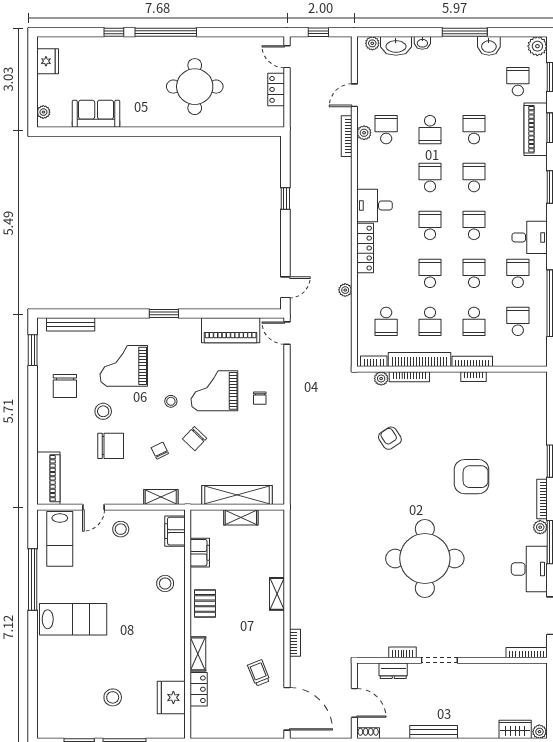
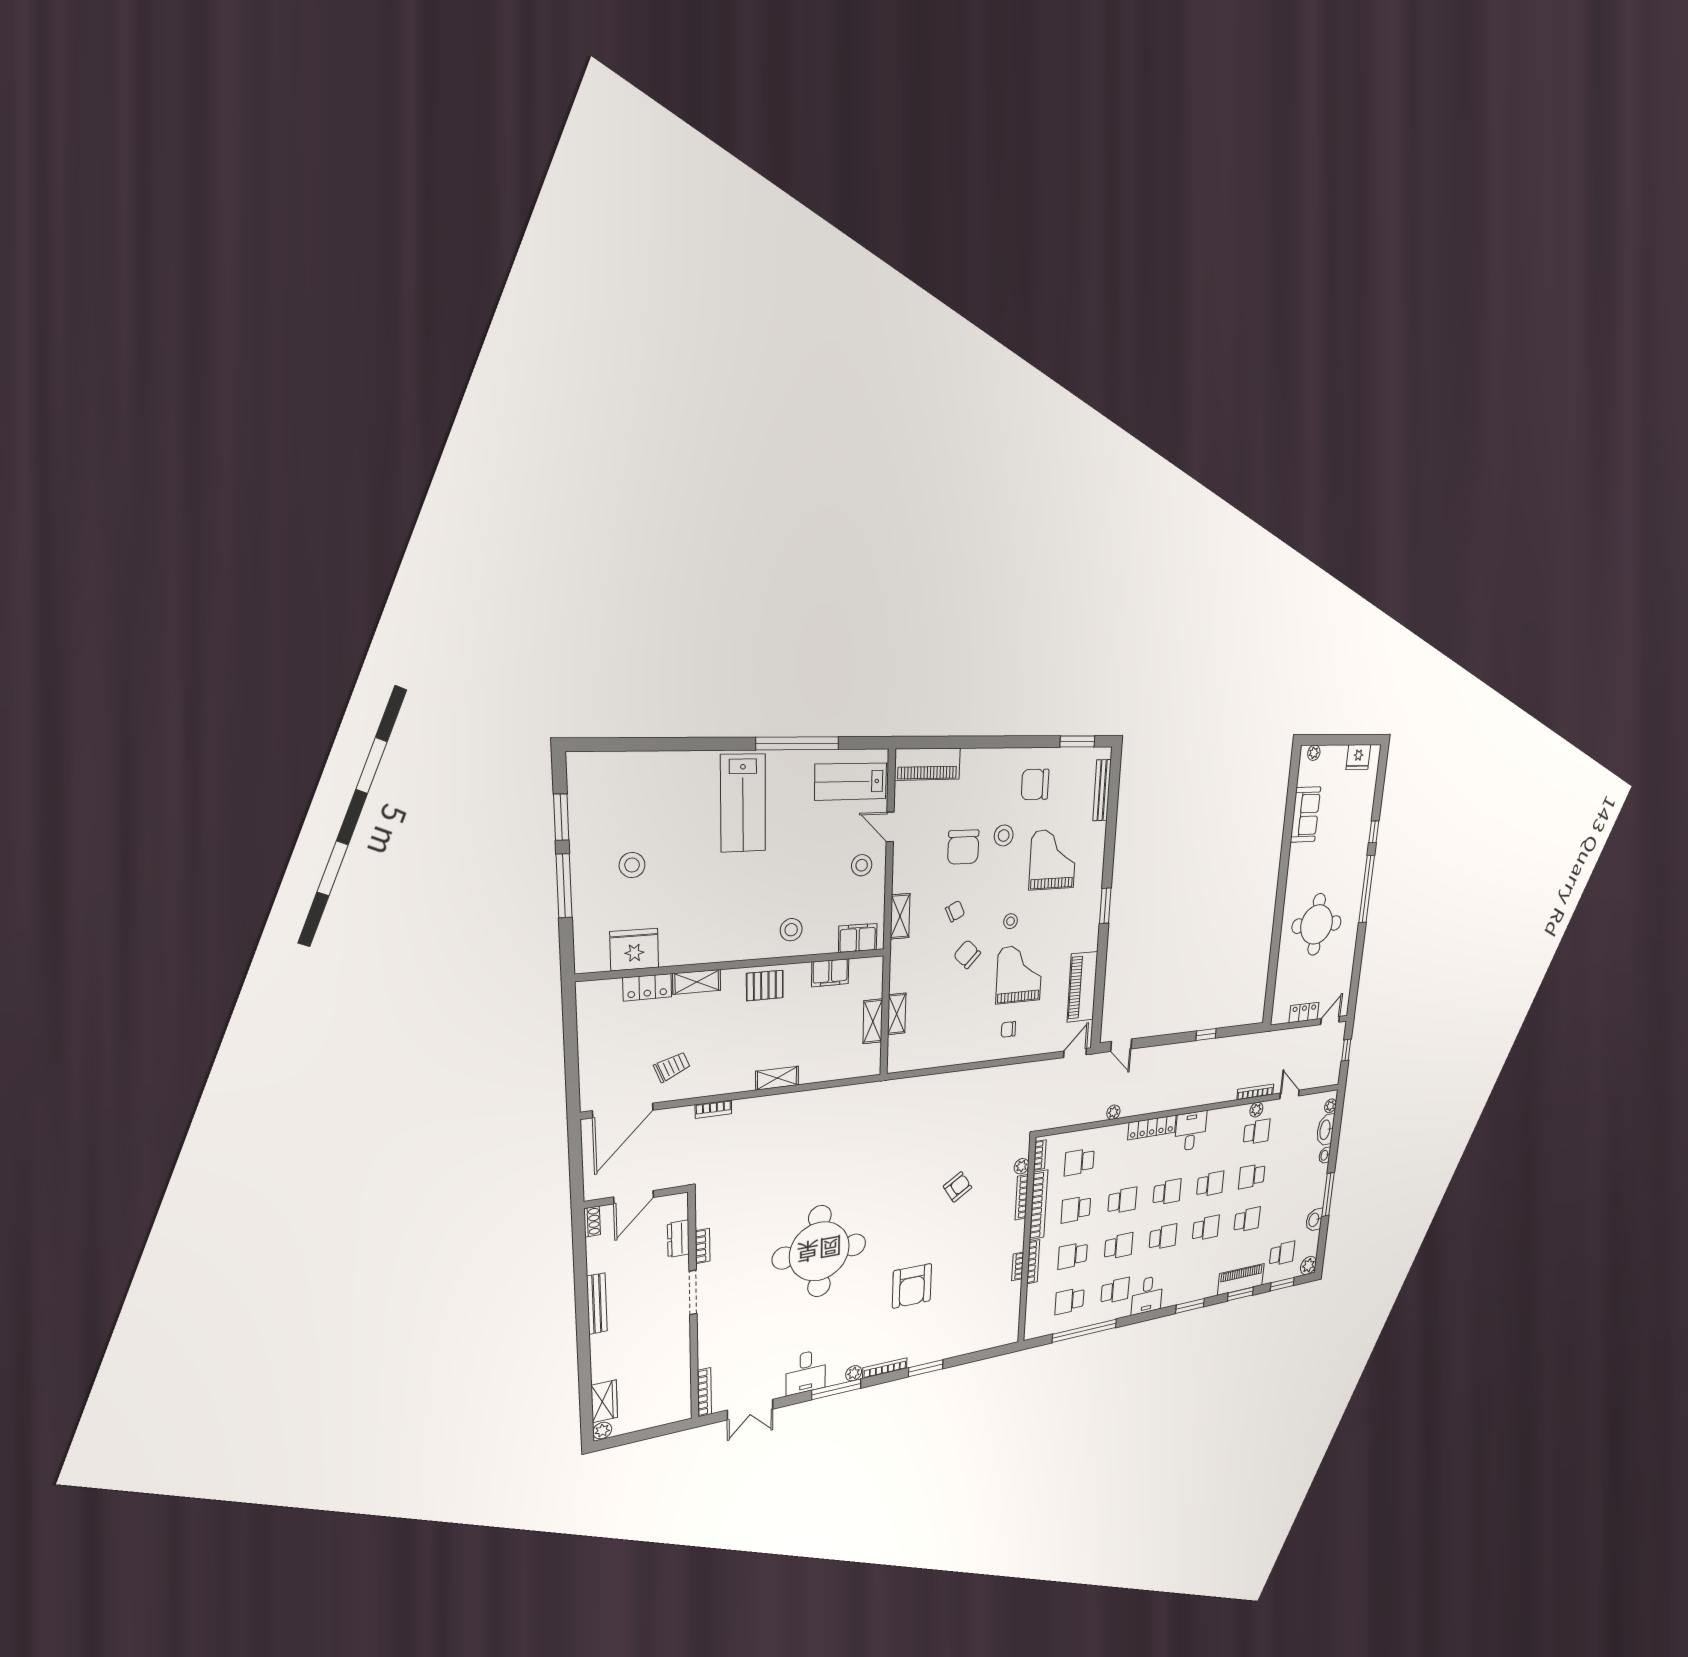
school desk: (518, 321) -> (1070, 1301), turned 180
shelving: (237, 495) -> (897, 1014), width x0.45, depth x0.75
desk: (529, 569) -> (806, 1372), width x0.73

